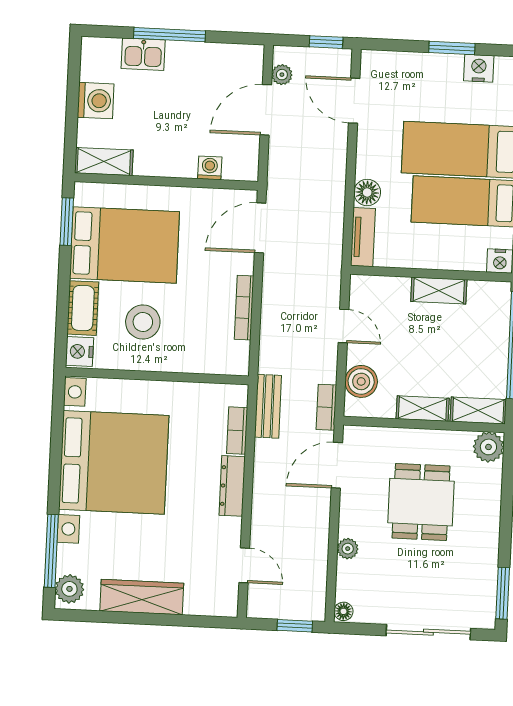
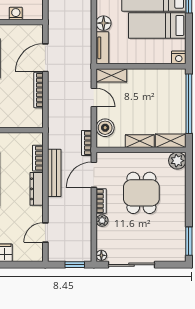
door: (260, 228) -> (45, 58), moved
shelving: (439, 290) -> (111, 75), moved
bench: (268, 406) -> (54, 173), moved, width x1.36
bookcase: (348, 513) -> (101, 201), added
door: (244, 565) -> (45, 232), swing flipped
sliding door: (428, 632) -> (132, 265), moved

